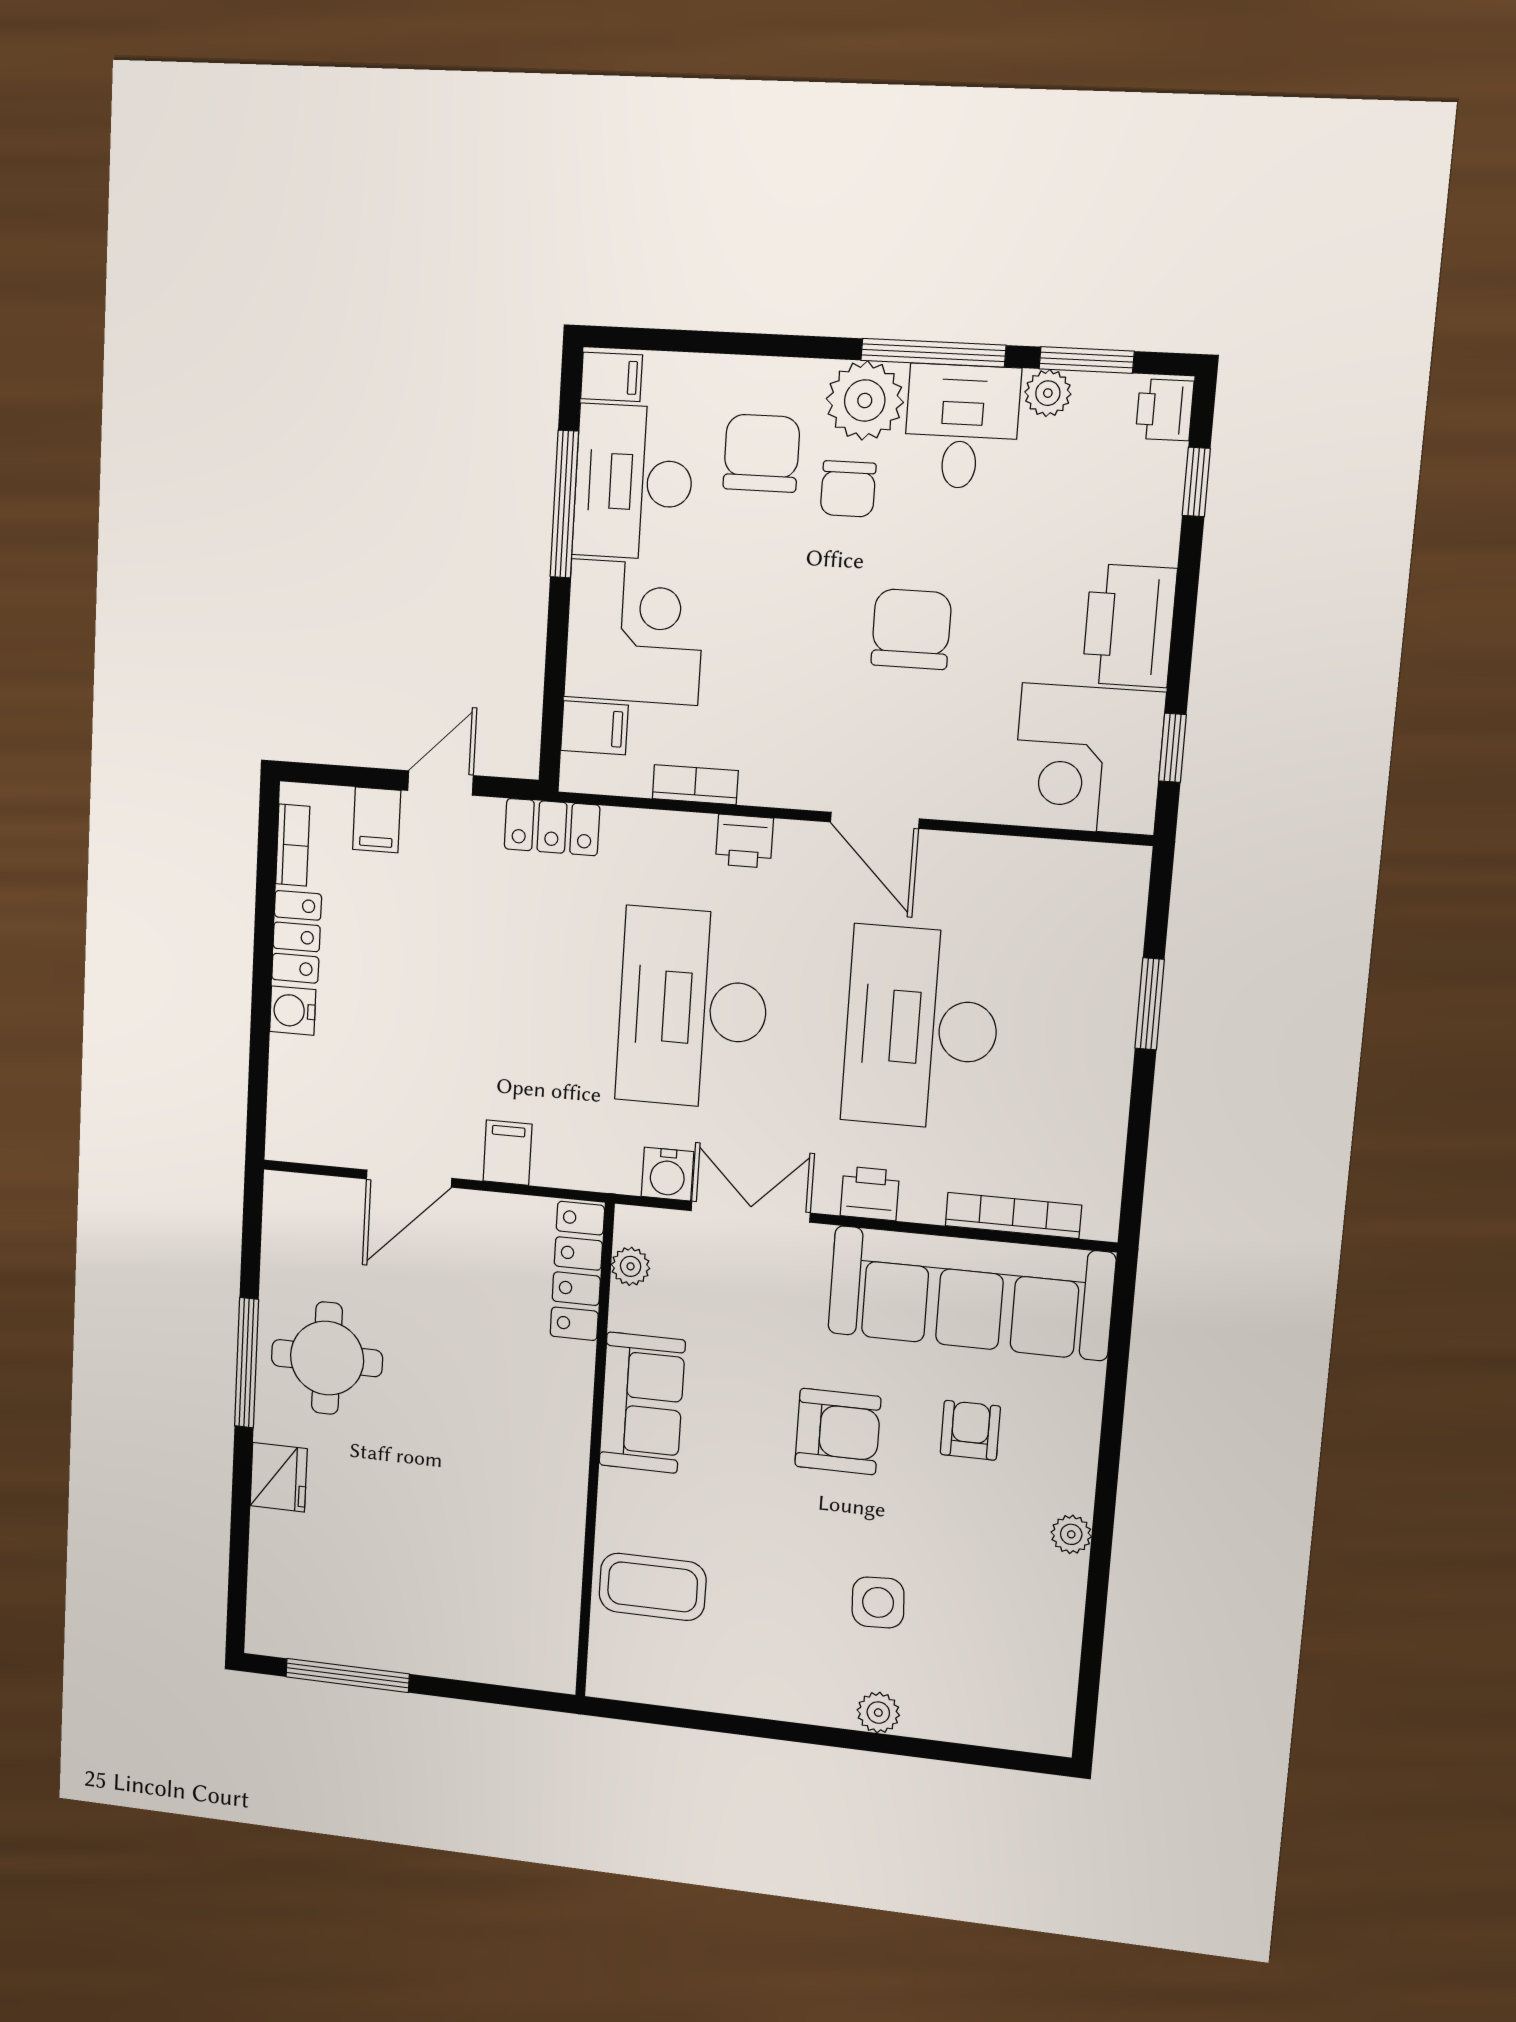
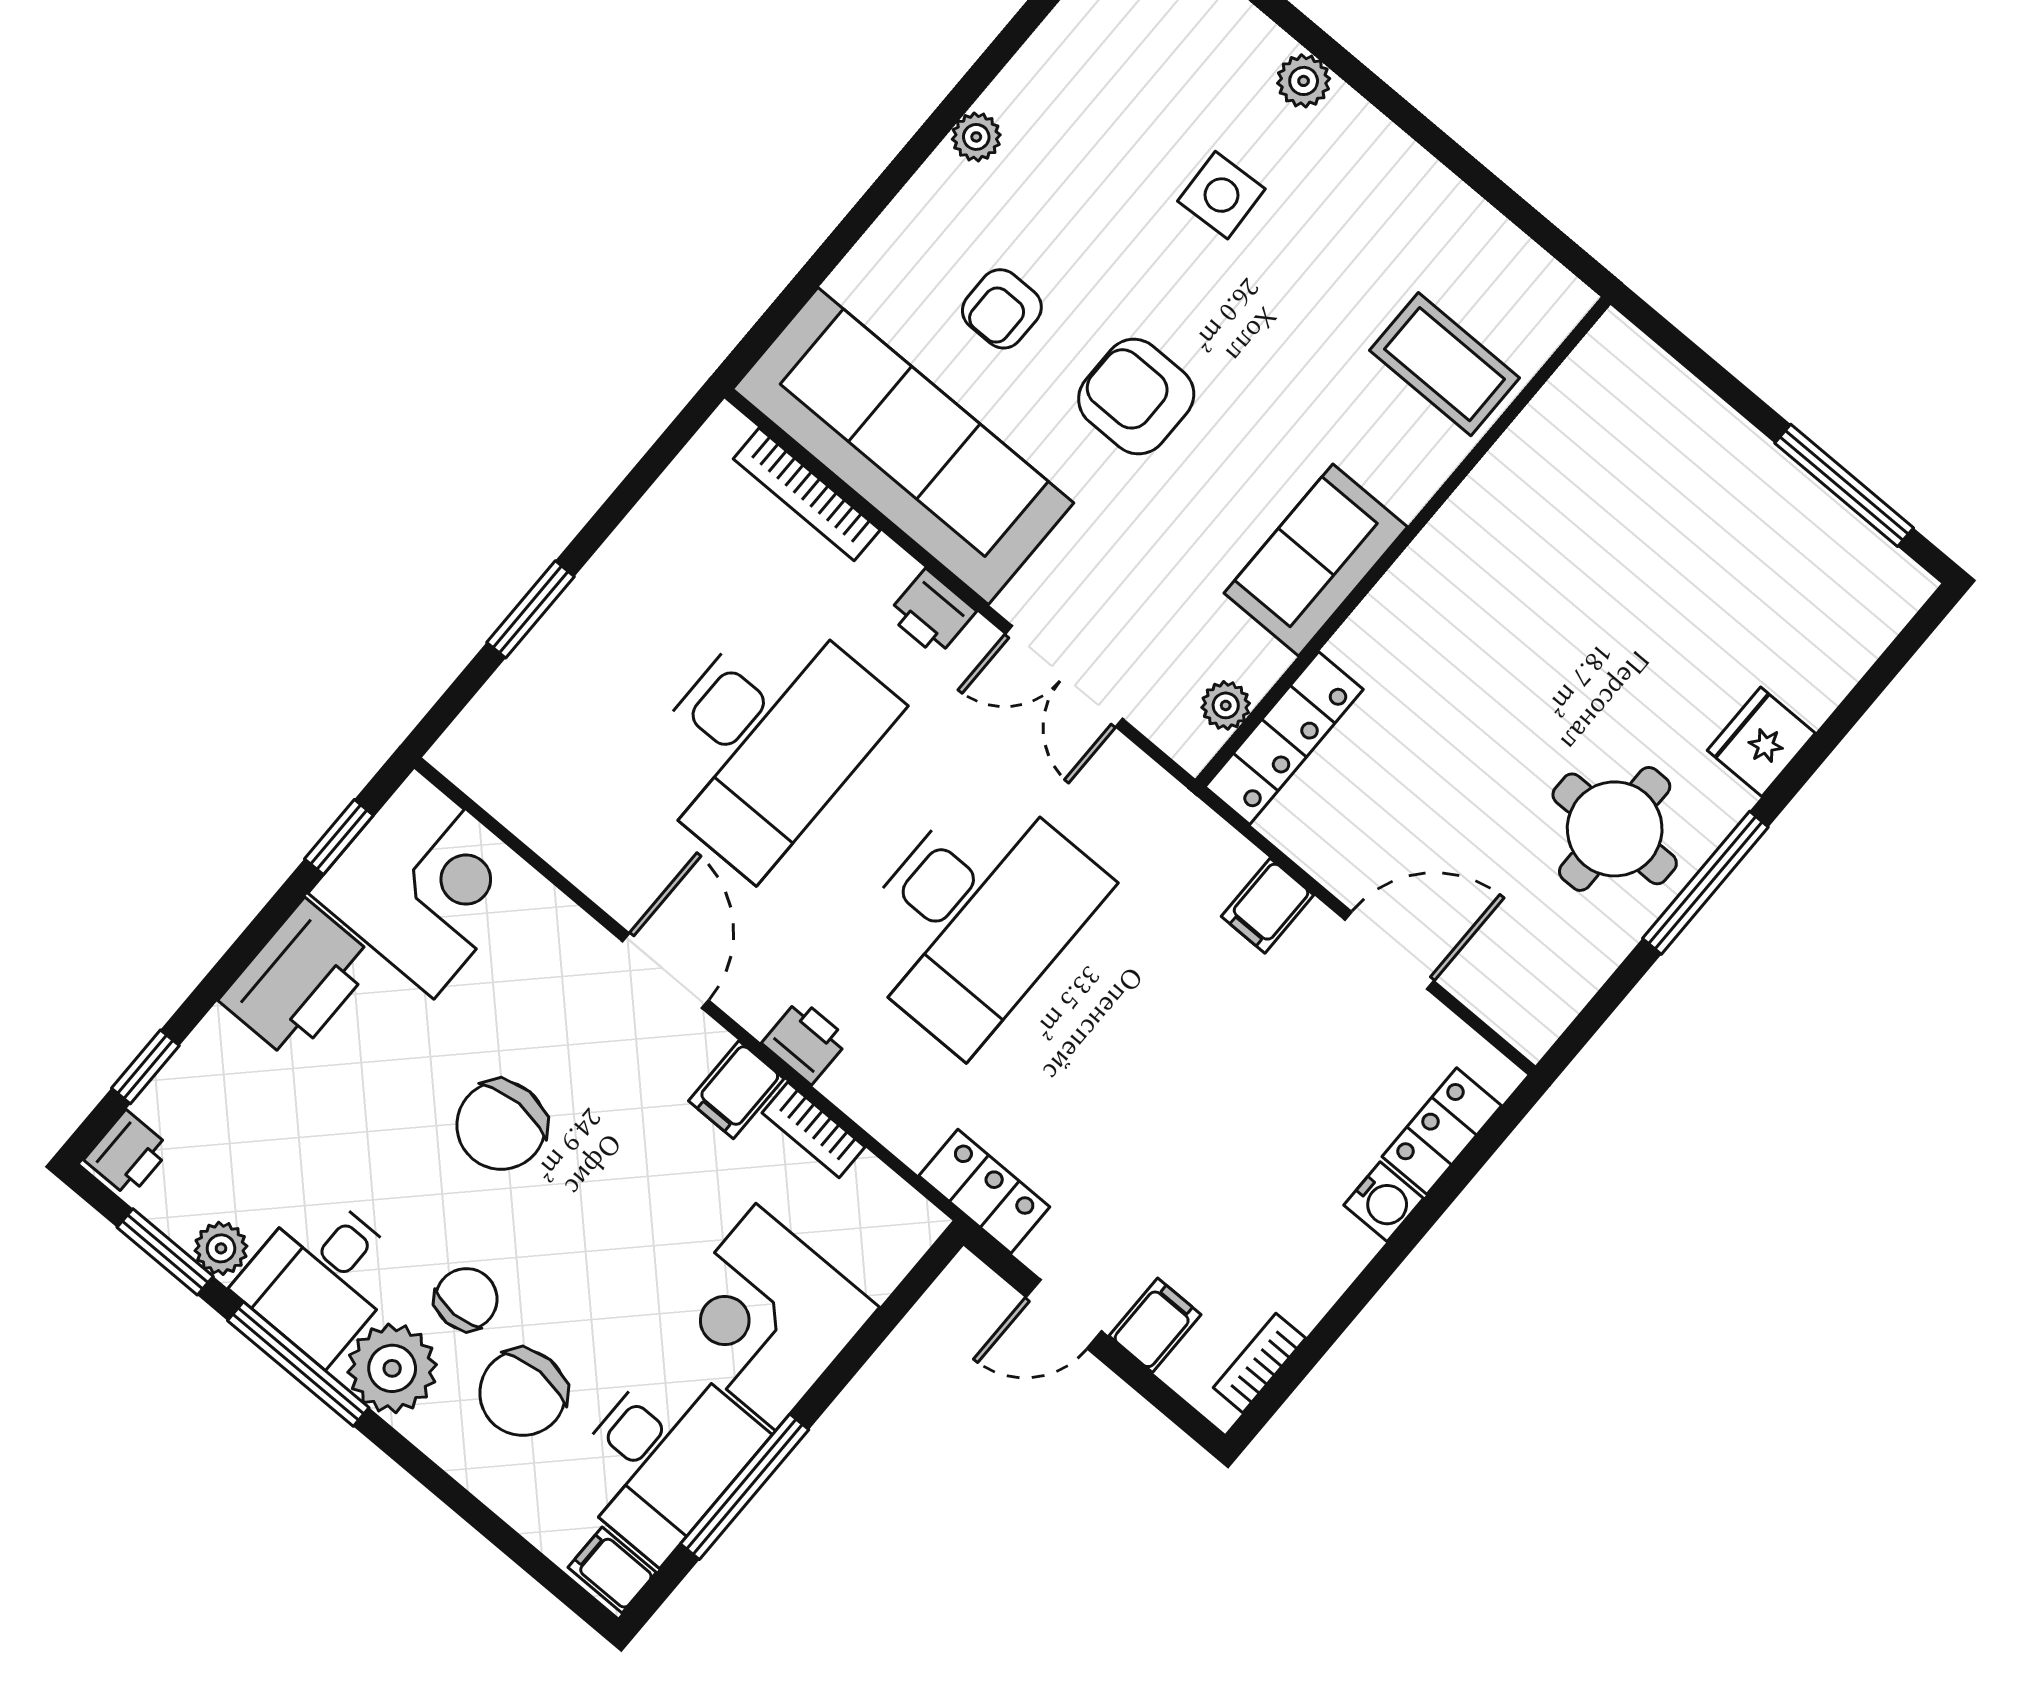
filing cabinet: (594, 728) -> (736, 1090), moved, turned -90
locker: (297, 937) -> (1442, 1131), moved
water cooler: (667, 1174) -> (1120, 772), removed

